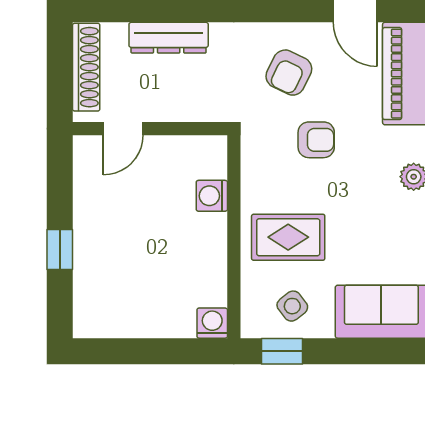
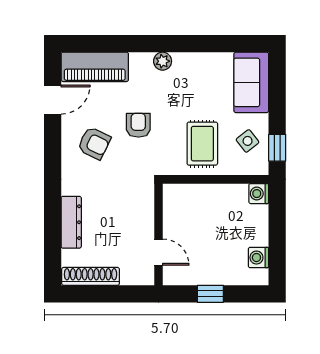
door: (123, 129) -> (159, 252), moved
wall: (150, 129) -> (159, 234), moved
washing machine: (212, 196) -> (259, 258), moved, turned 90

